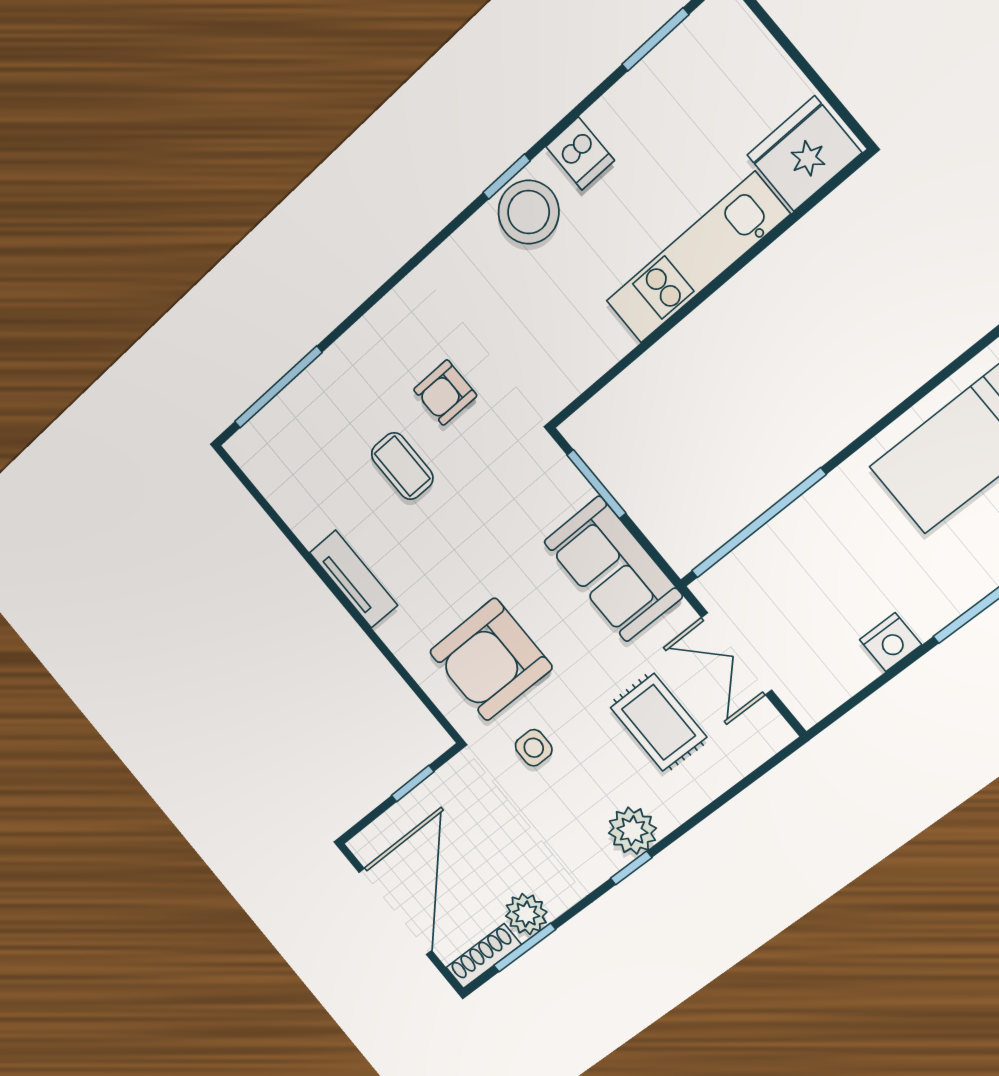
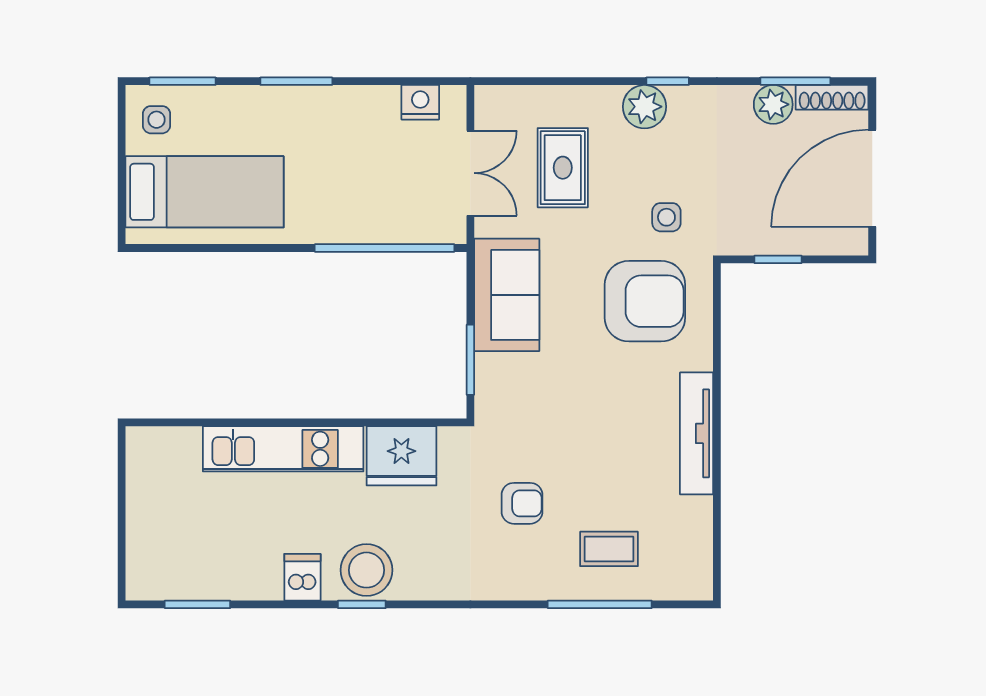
fridge: (804, 154) -> (401, 456), moved
window: (278, 387) -> (600, 604), moved
coffee table: (402, 466) -> (609, 549), moved, turned 90
tv unit: (354, 579) -> (696, 433), width x1.41
nightstand: (891, 642) -> (420, 102), moved

